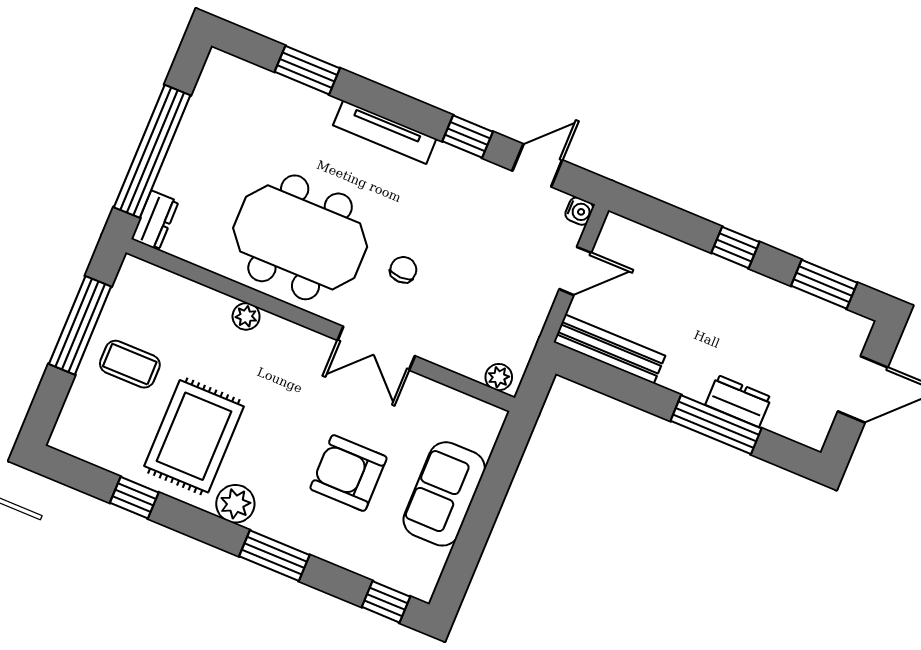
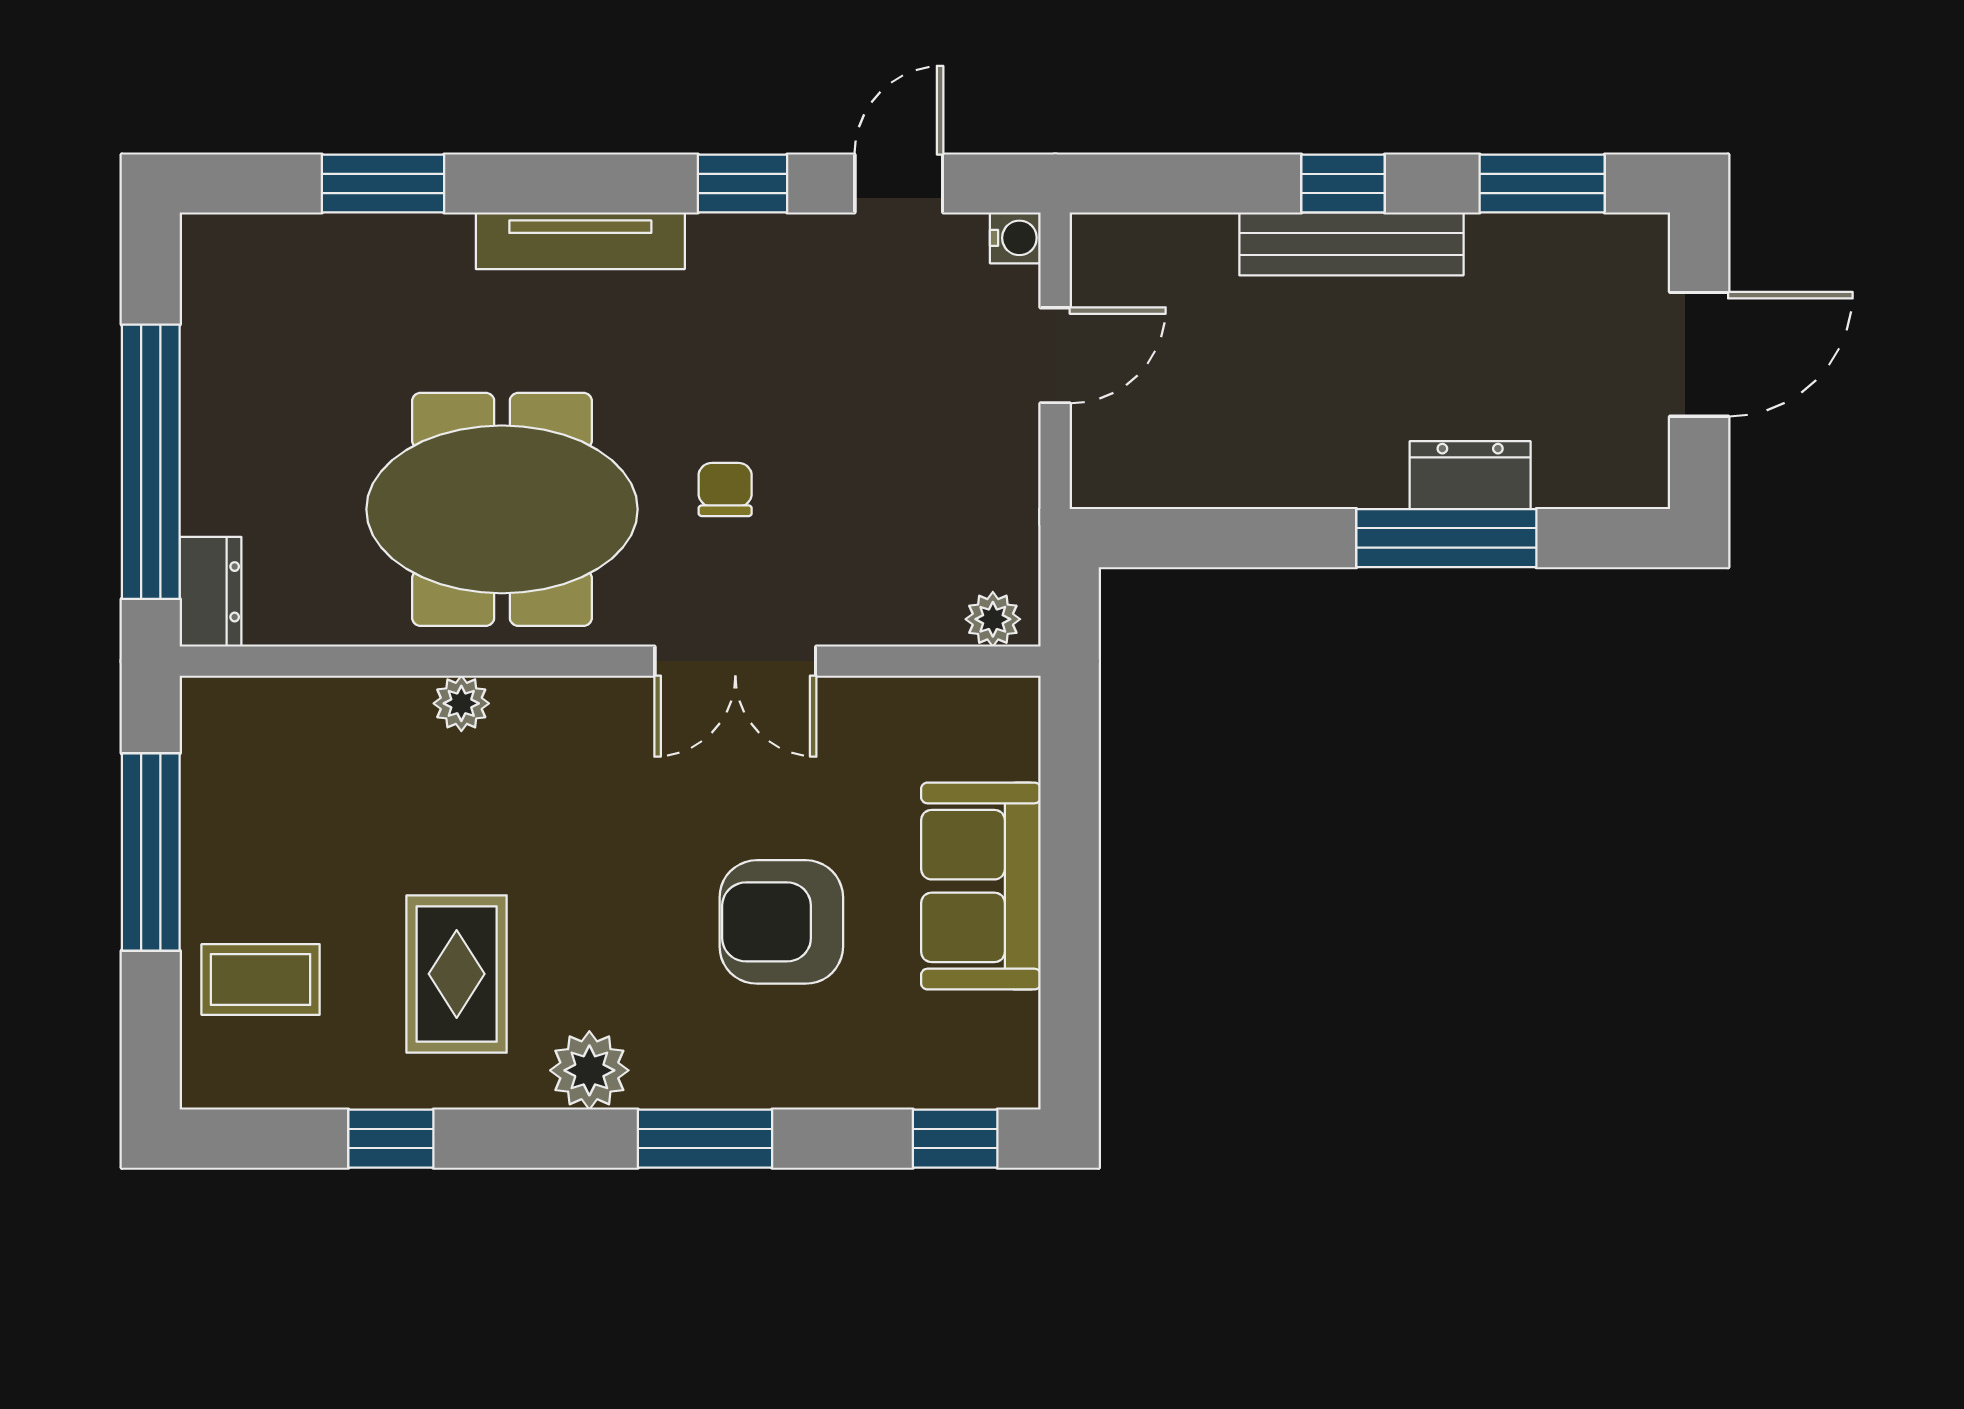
bench: (610, 349) -> (1351, 244), moved
coffee table: (130, 364) -> (261, 979), moved
rug: (194, 436) -> (457, 974), width x0.73, depth x0.70

